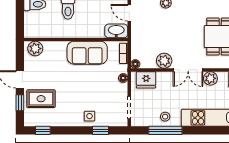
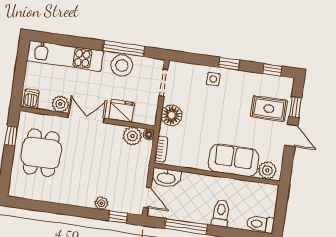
sofa: (87, 53) -> (234, 160), moved
plant: (164, 61) -> (132, 136), moved
floor lamp: (123, 78) -> (171, 115), width x1.89, depth x1.89
fridge: (146, 80) -> (122, 111), moved
stool: (165, 117) -> (122, 65), width x1.89, depth x1.89
window: (101, 130) -> (229, 64), moved

